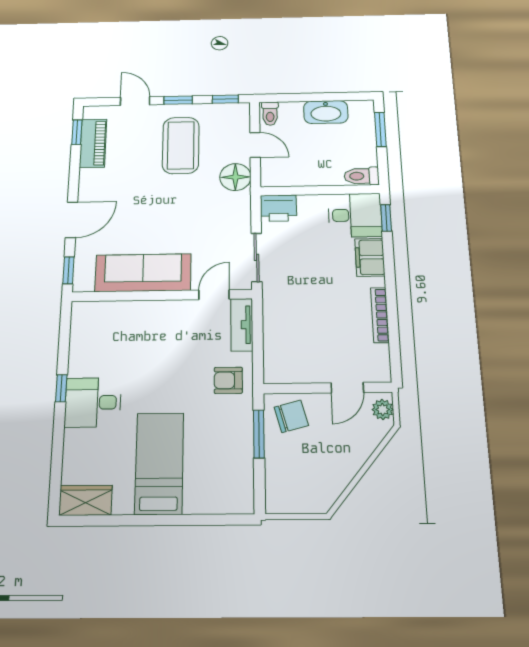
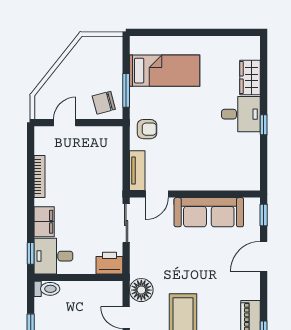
plant: (383, 409) -> (41, 107), removed
bed: (159, 463) -> (165, 71), moved, turned -90
wardrobe: (86, 500) -> (250, 77), moved, turned 90

